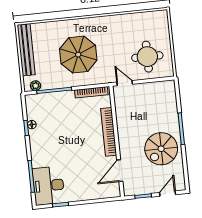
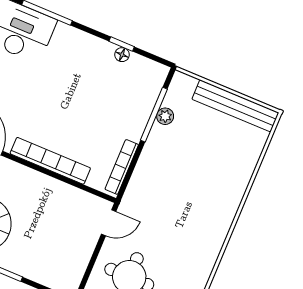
parasol: (78, 55) -> (187, 178), removed
plant: (36, 86) -> (165, 116), moved

